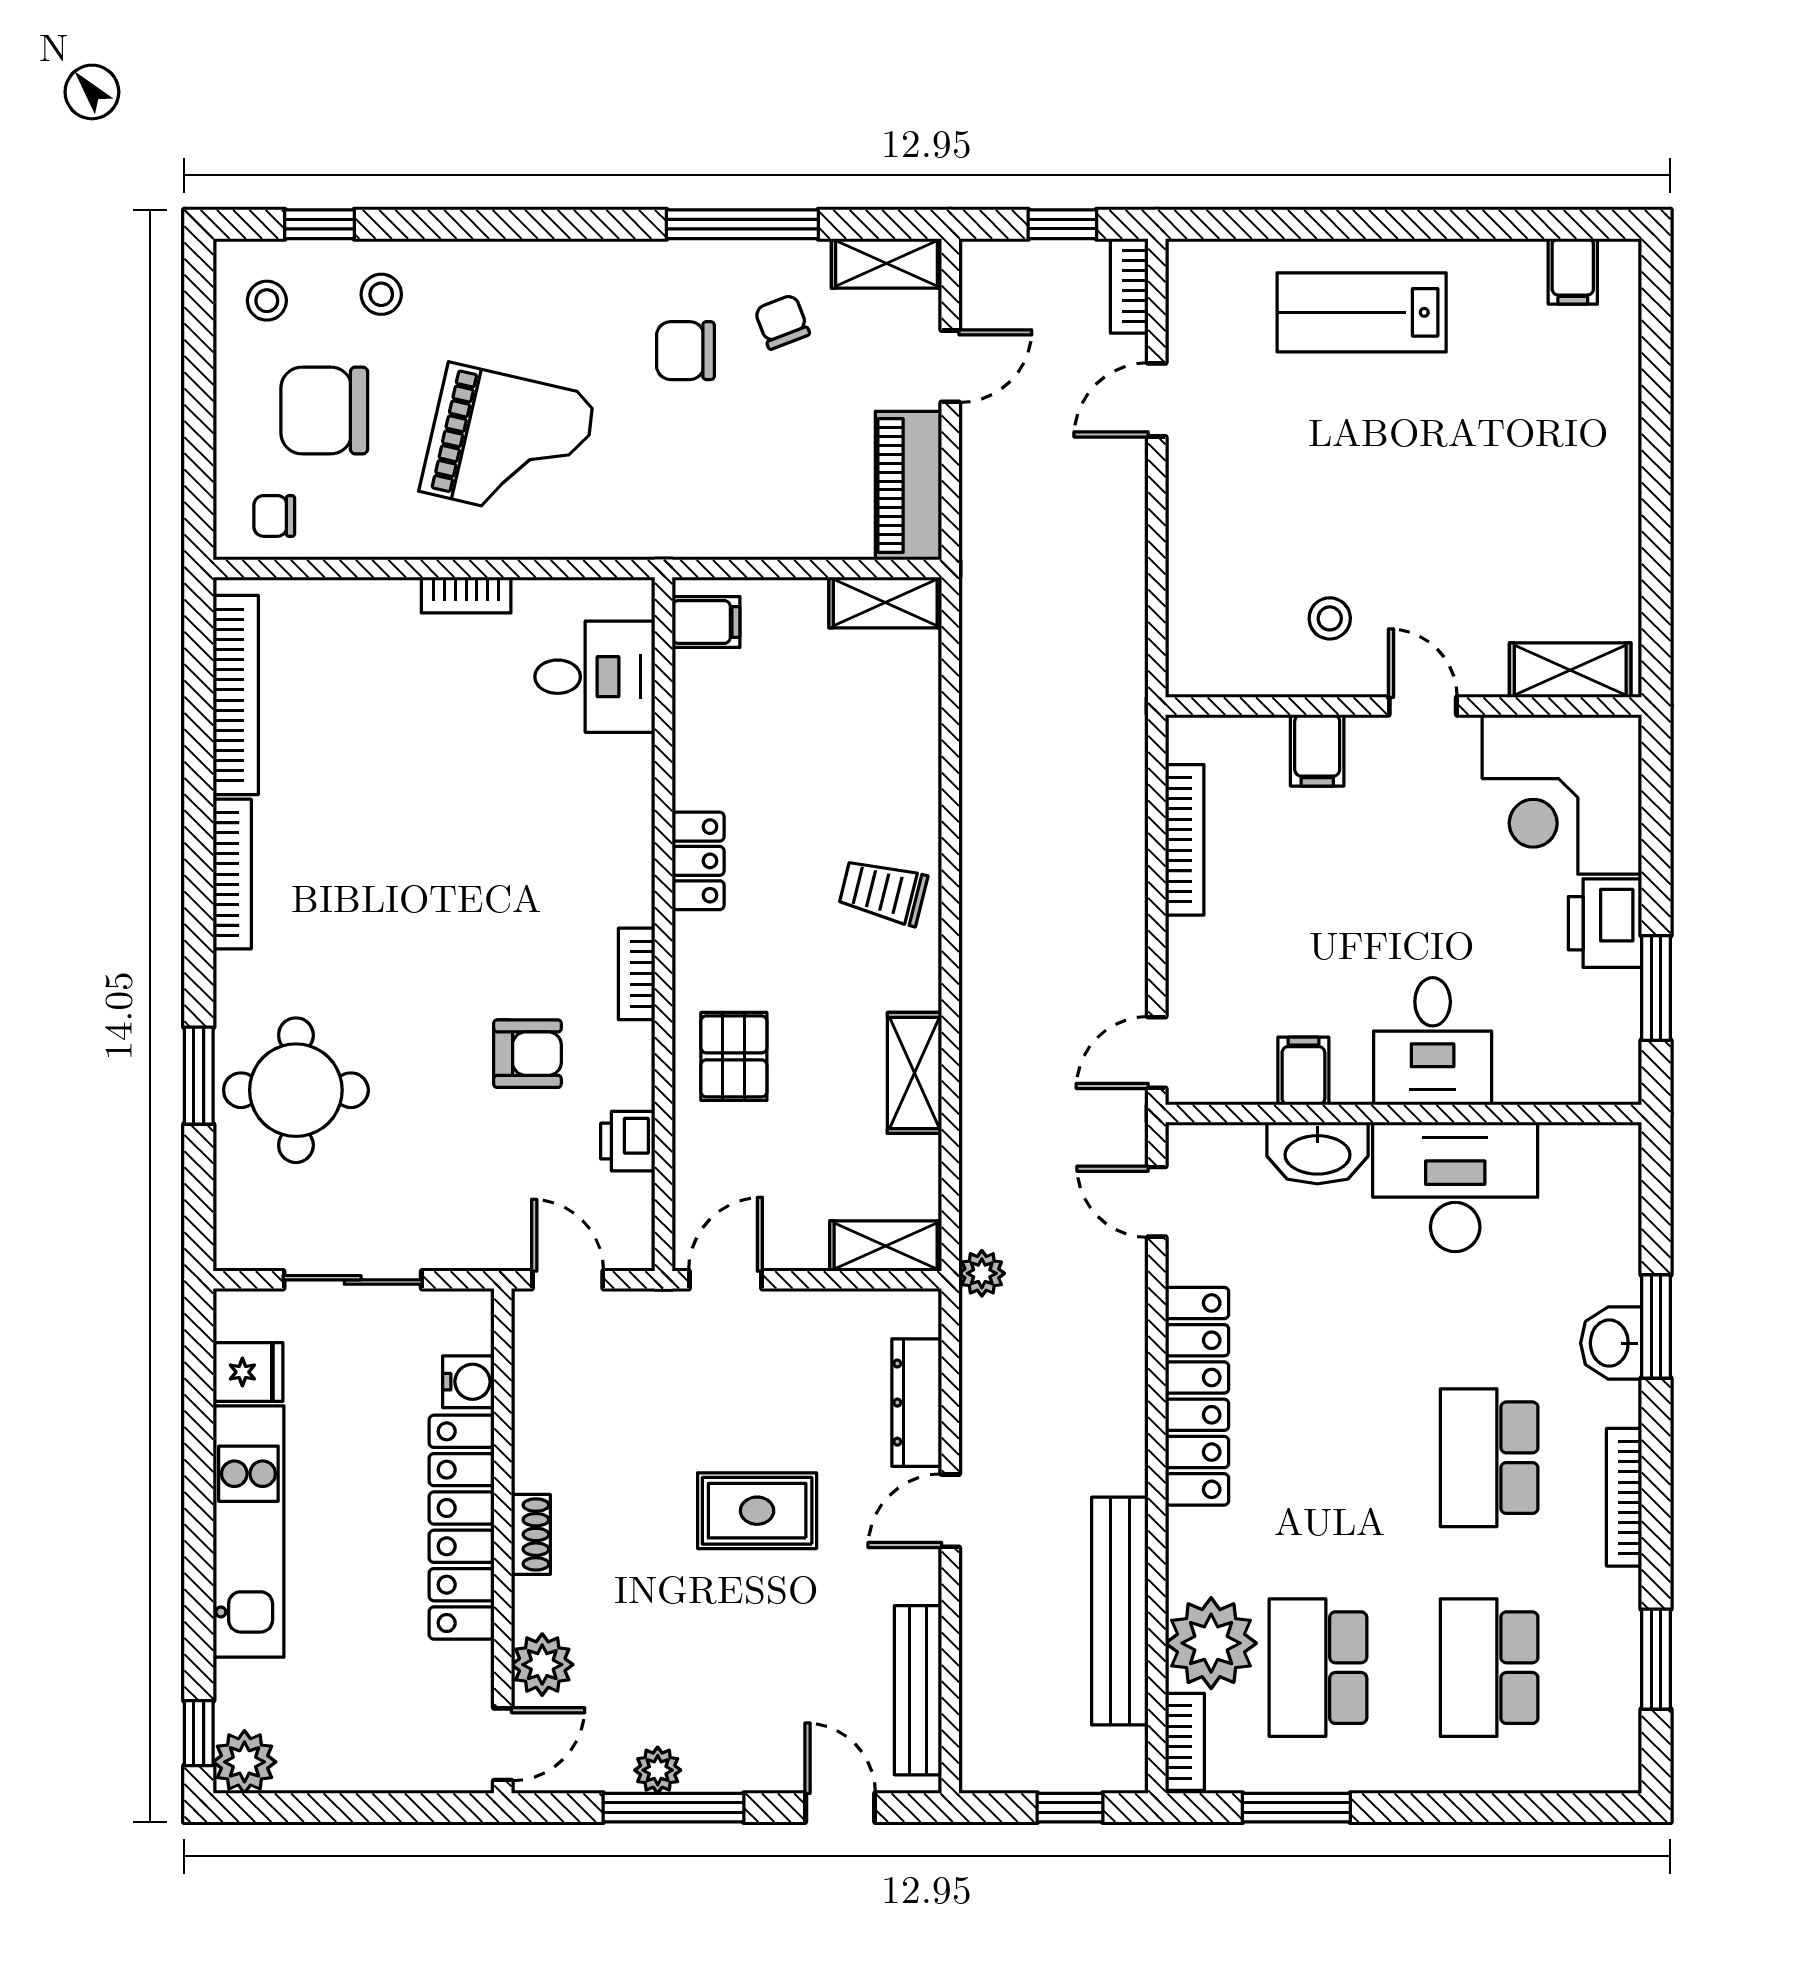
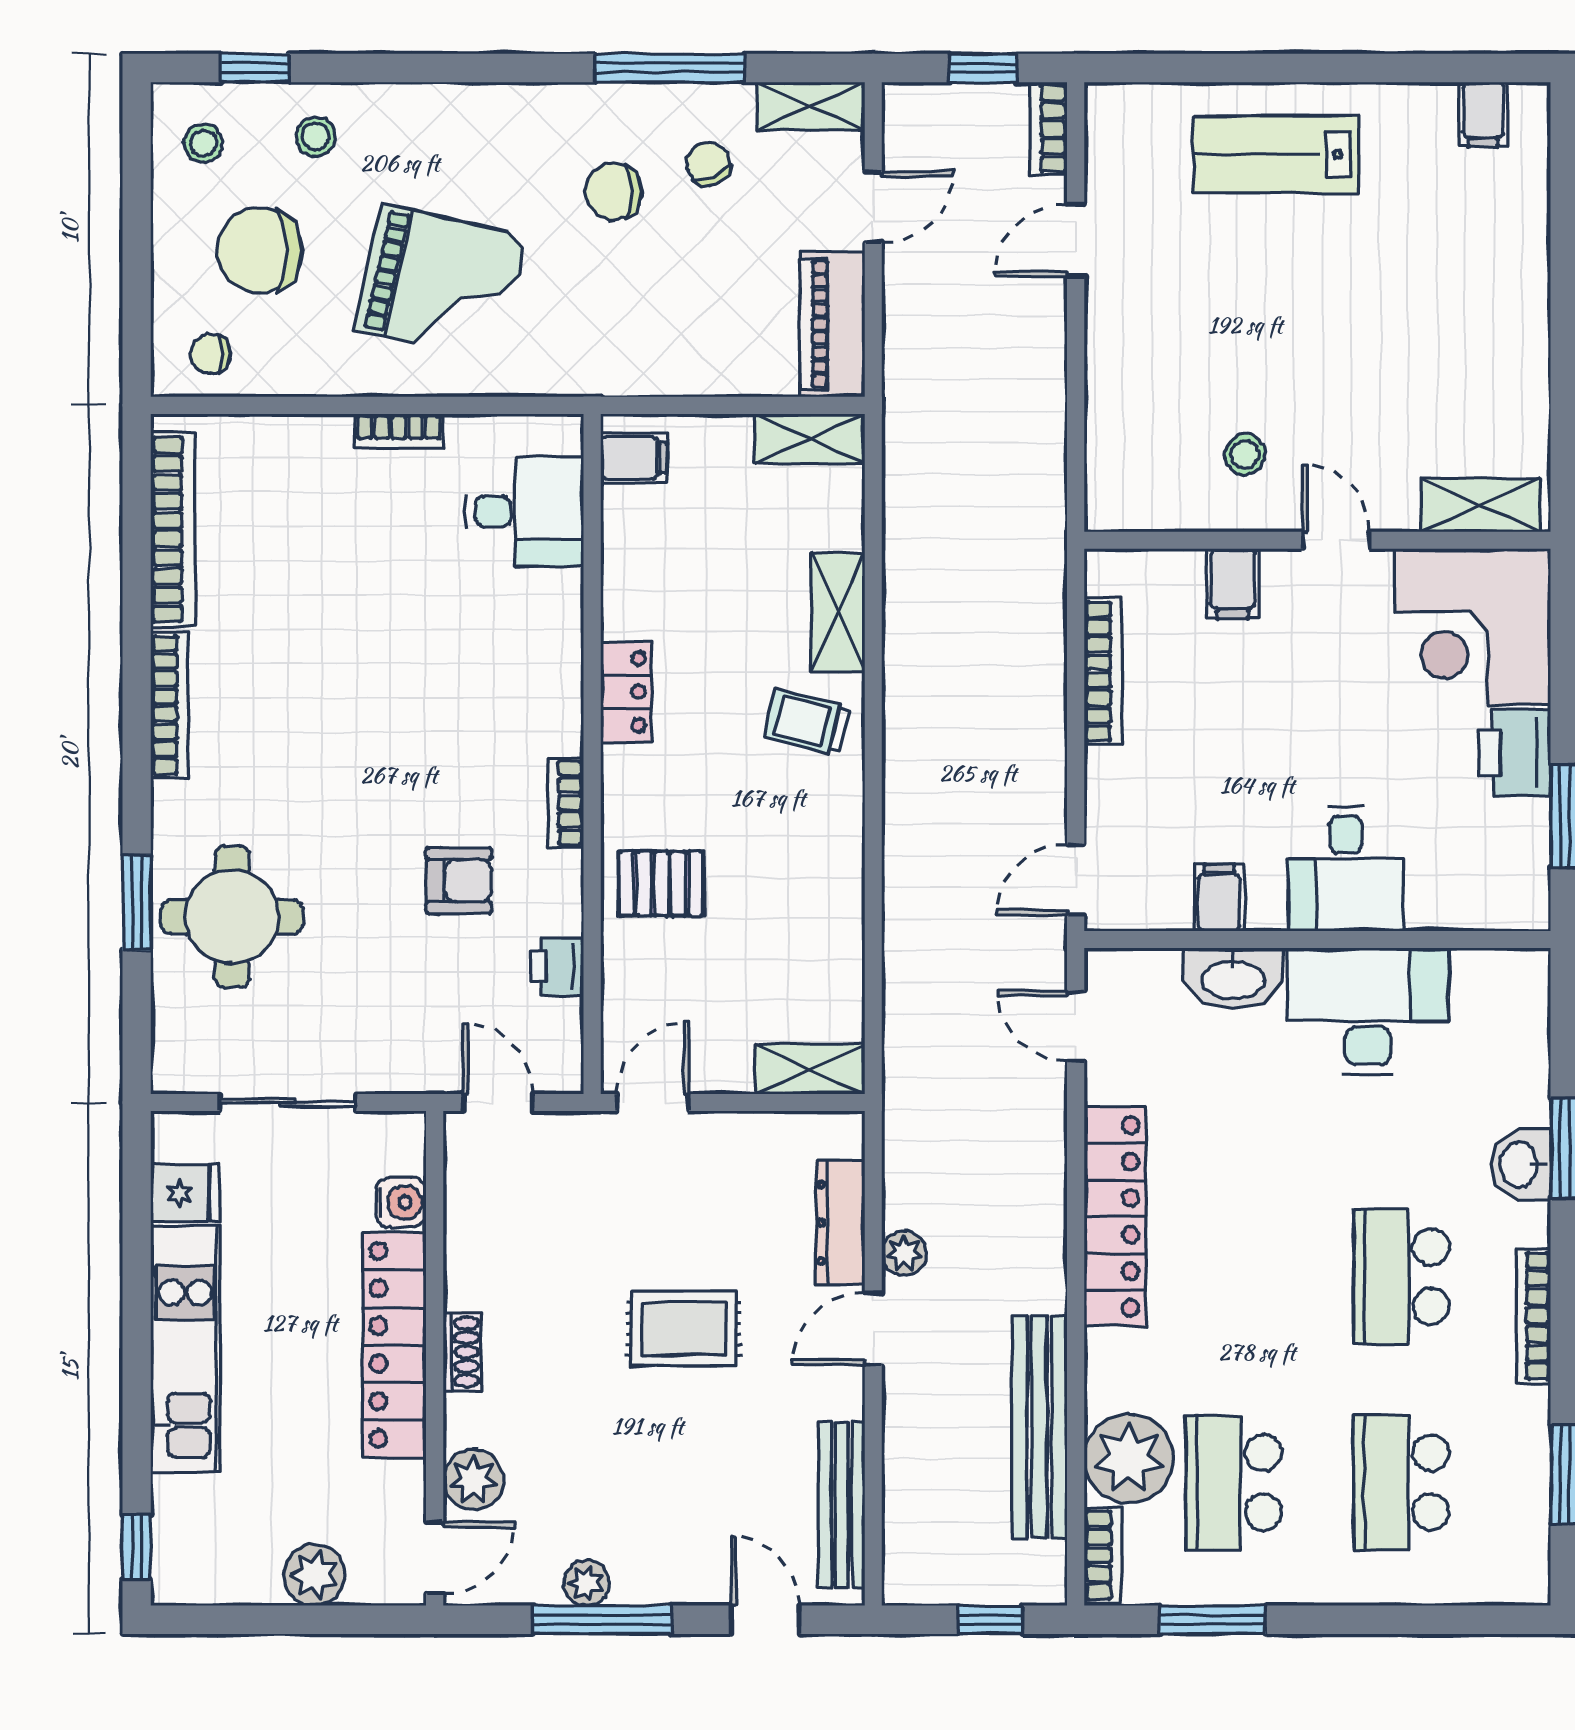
pallet: (734, 1056) -> (661, 884), turned 90
shelving: (914, 1073) -> (838, 612), moved
plant: (982, 1273) -> (904, 1253), moved
plant: (244, 1762) -> (314, 1575), moved

